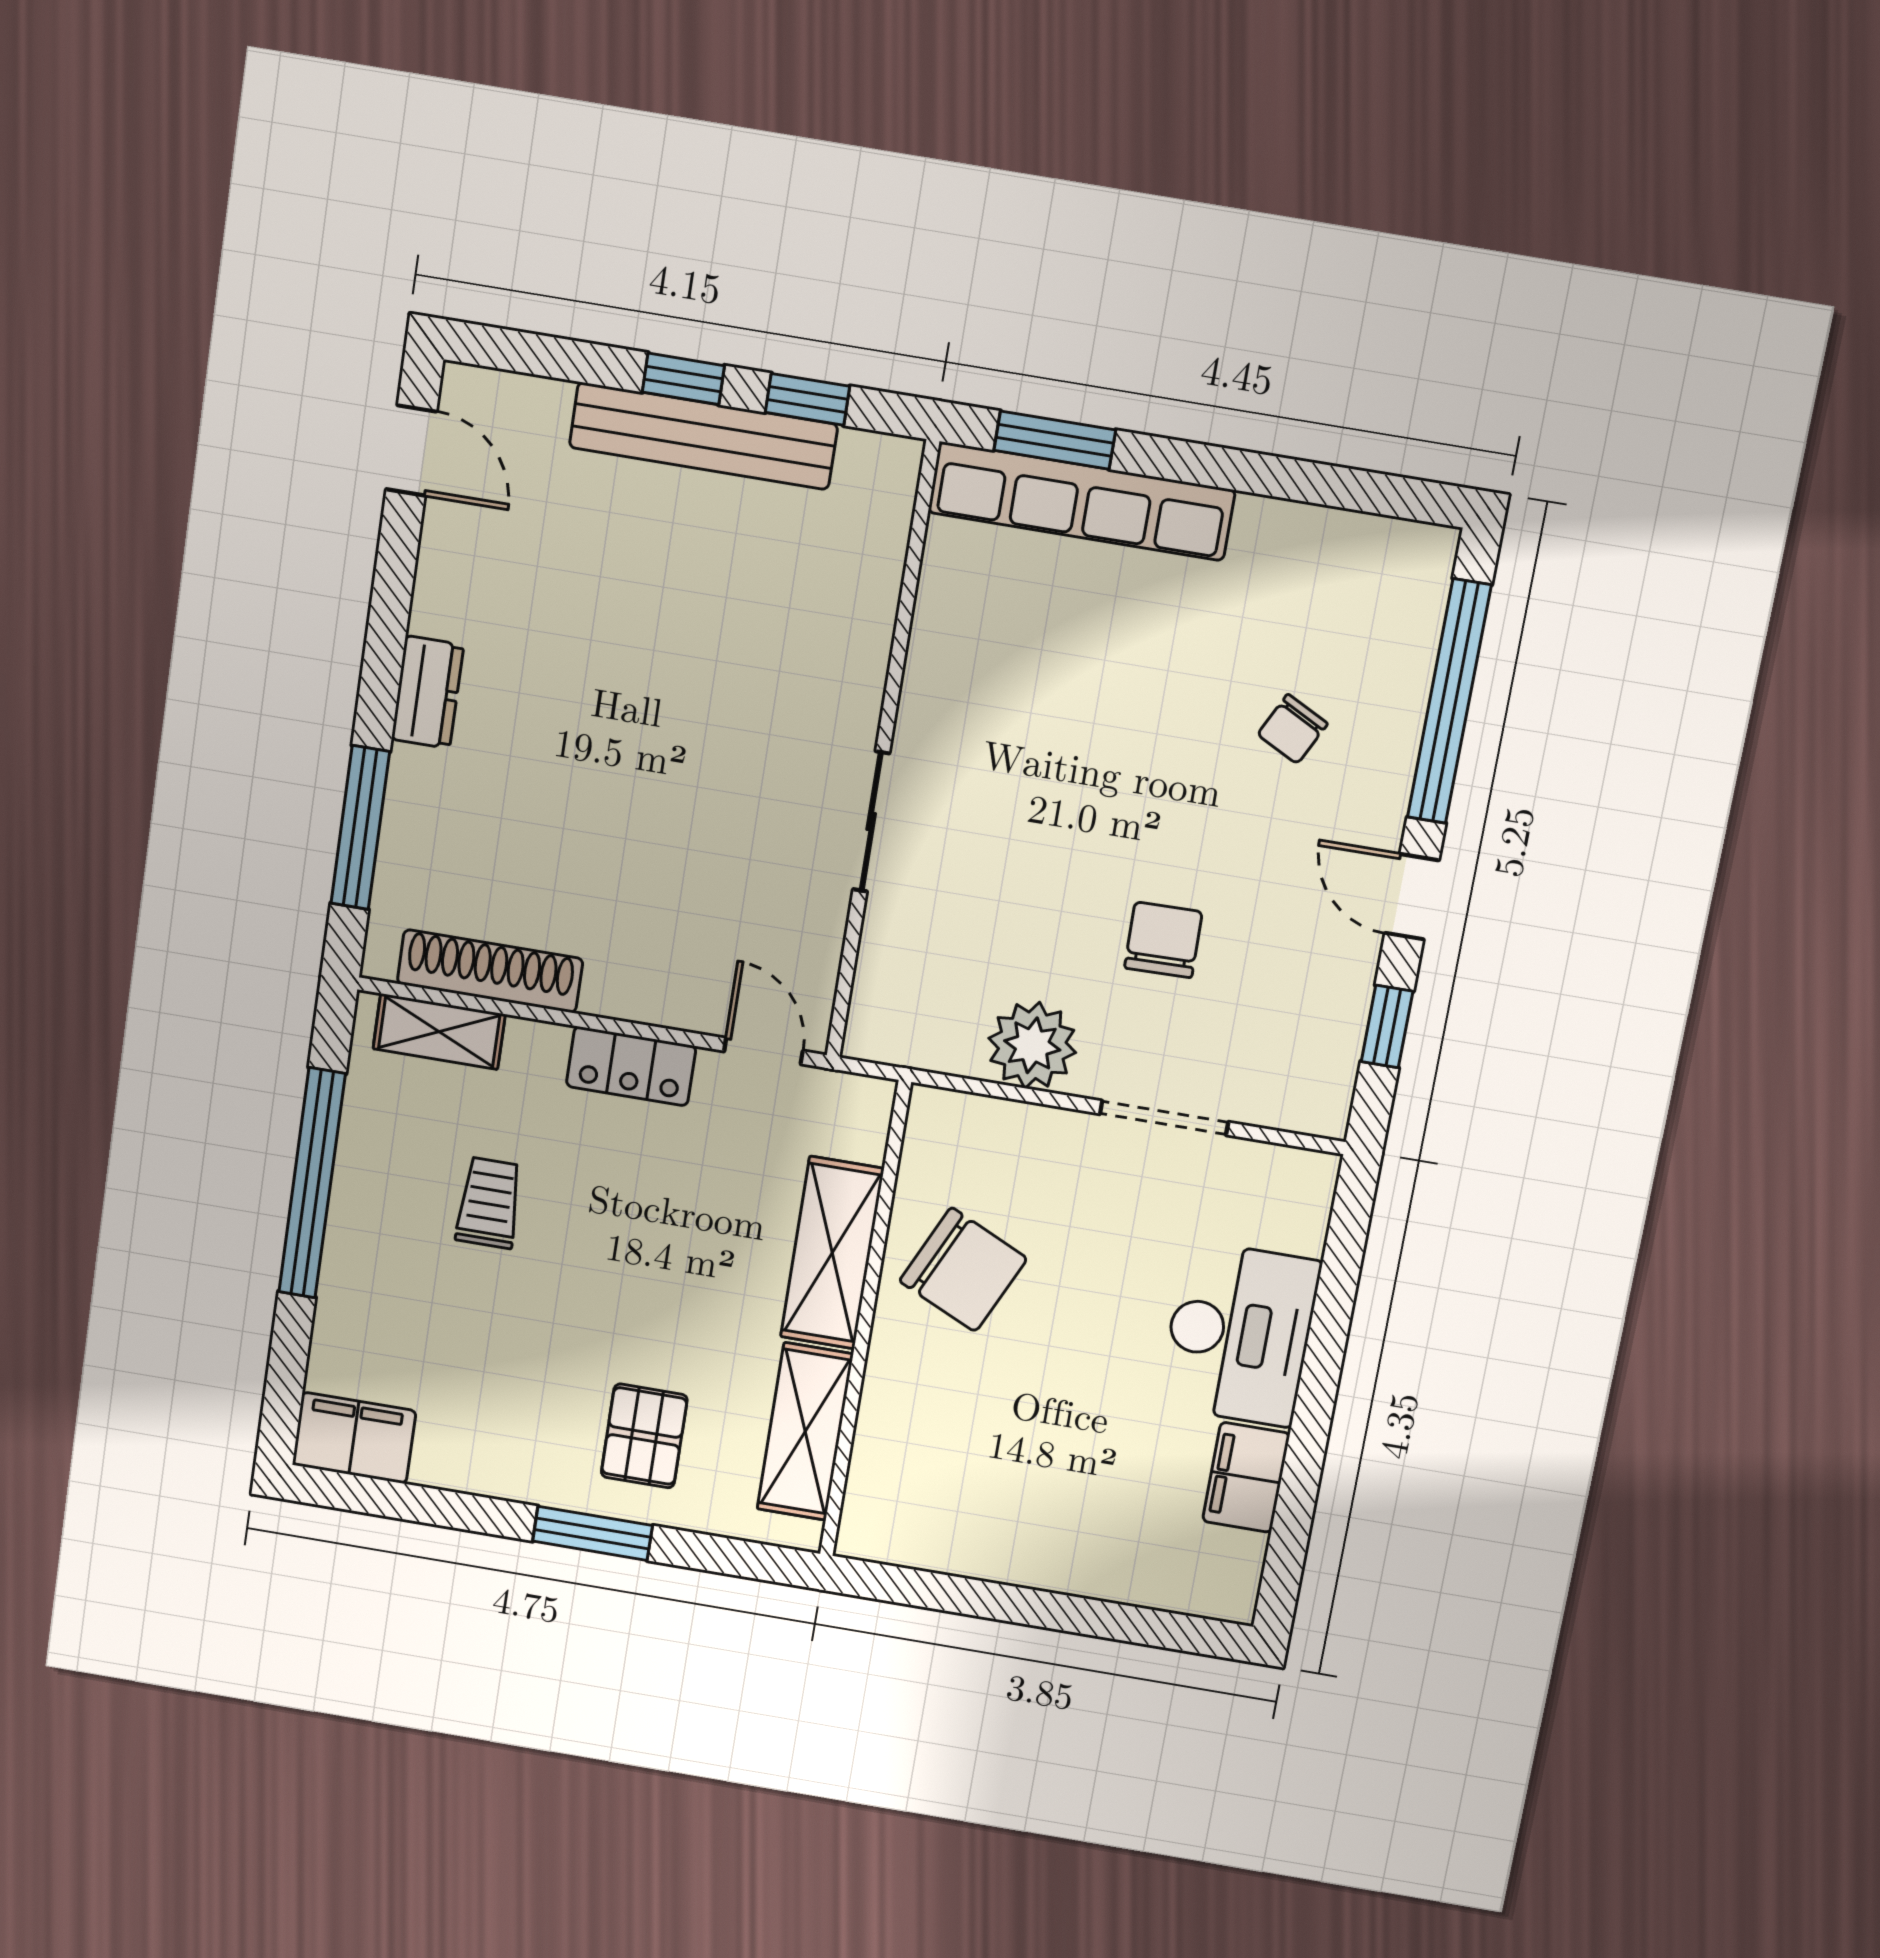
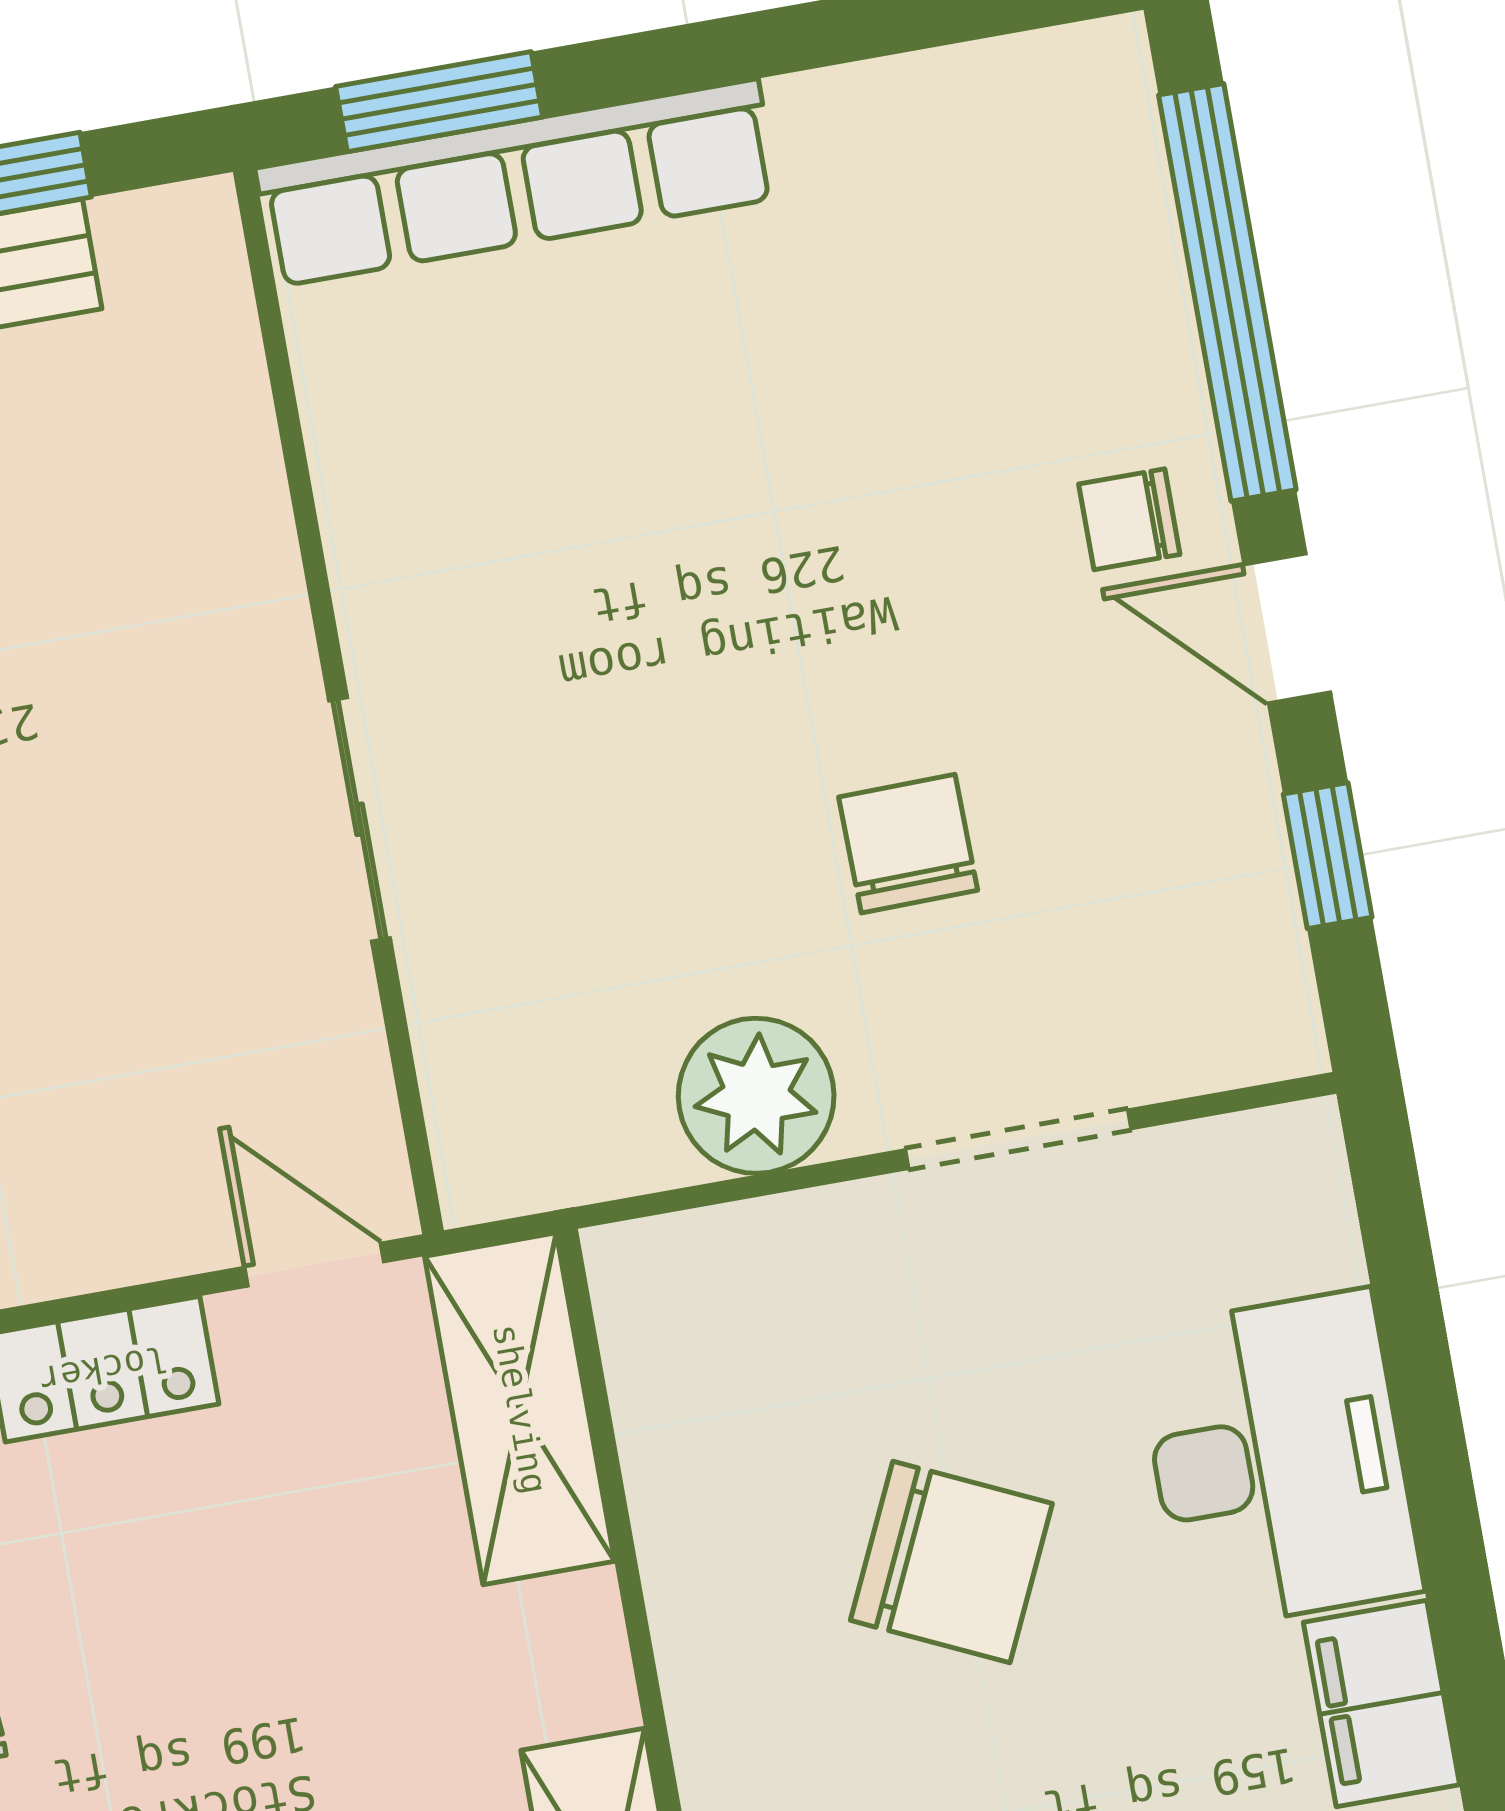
chair: (1292, 729) -> (1129, 519), moved, turned 63
shelving: (832, 1253) -> (520, 1409), moved
chair: (963, 1270) -> (951, 1562), moved

